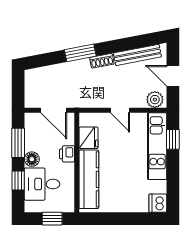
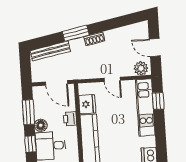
bench: (137, 55) -> (50, 51), moved

